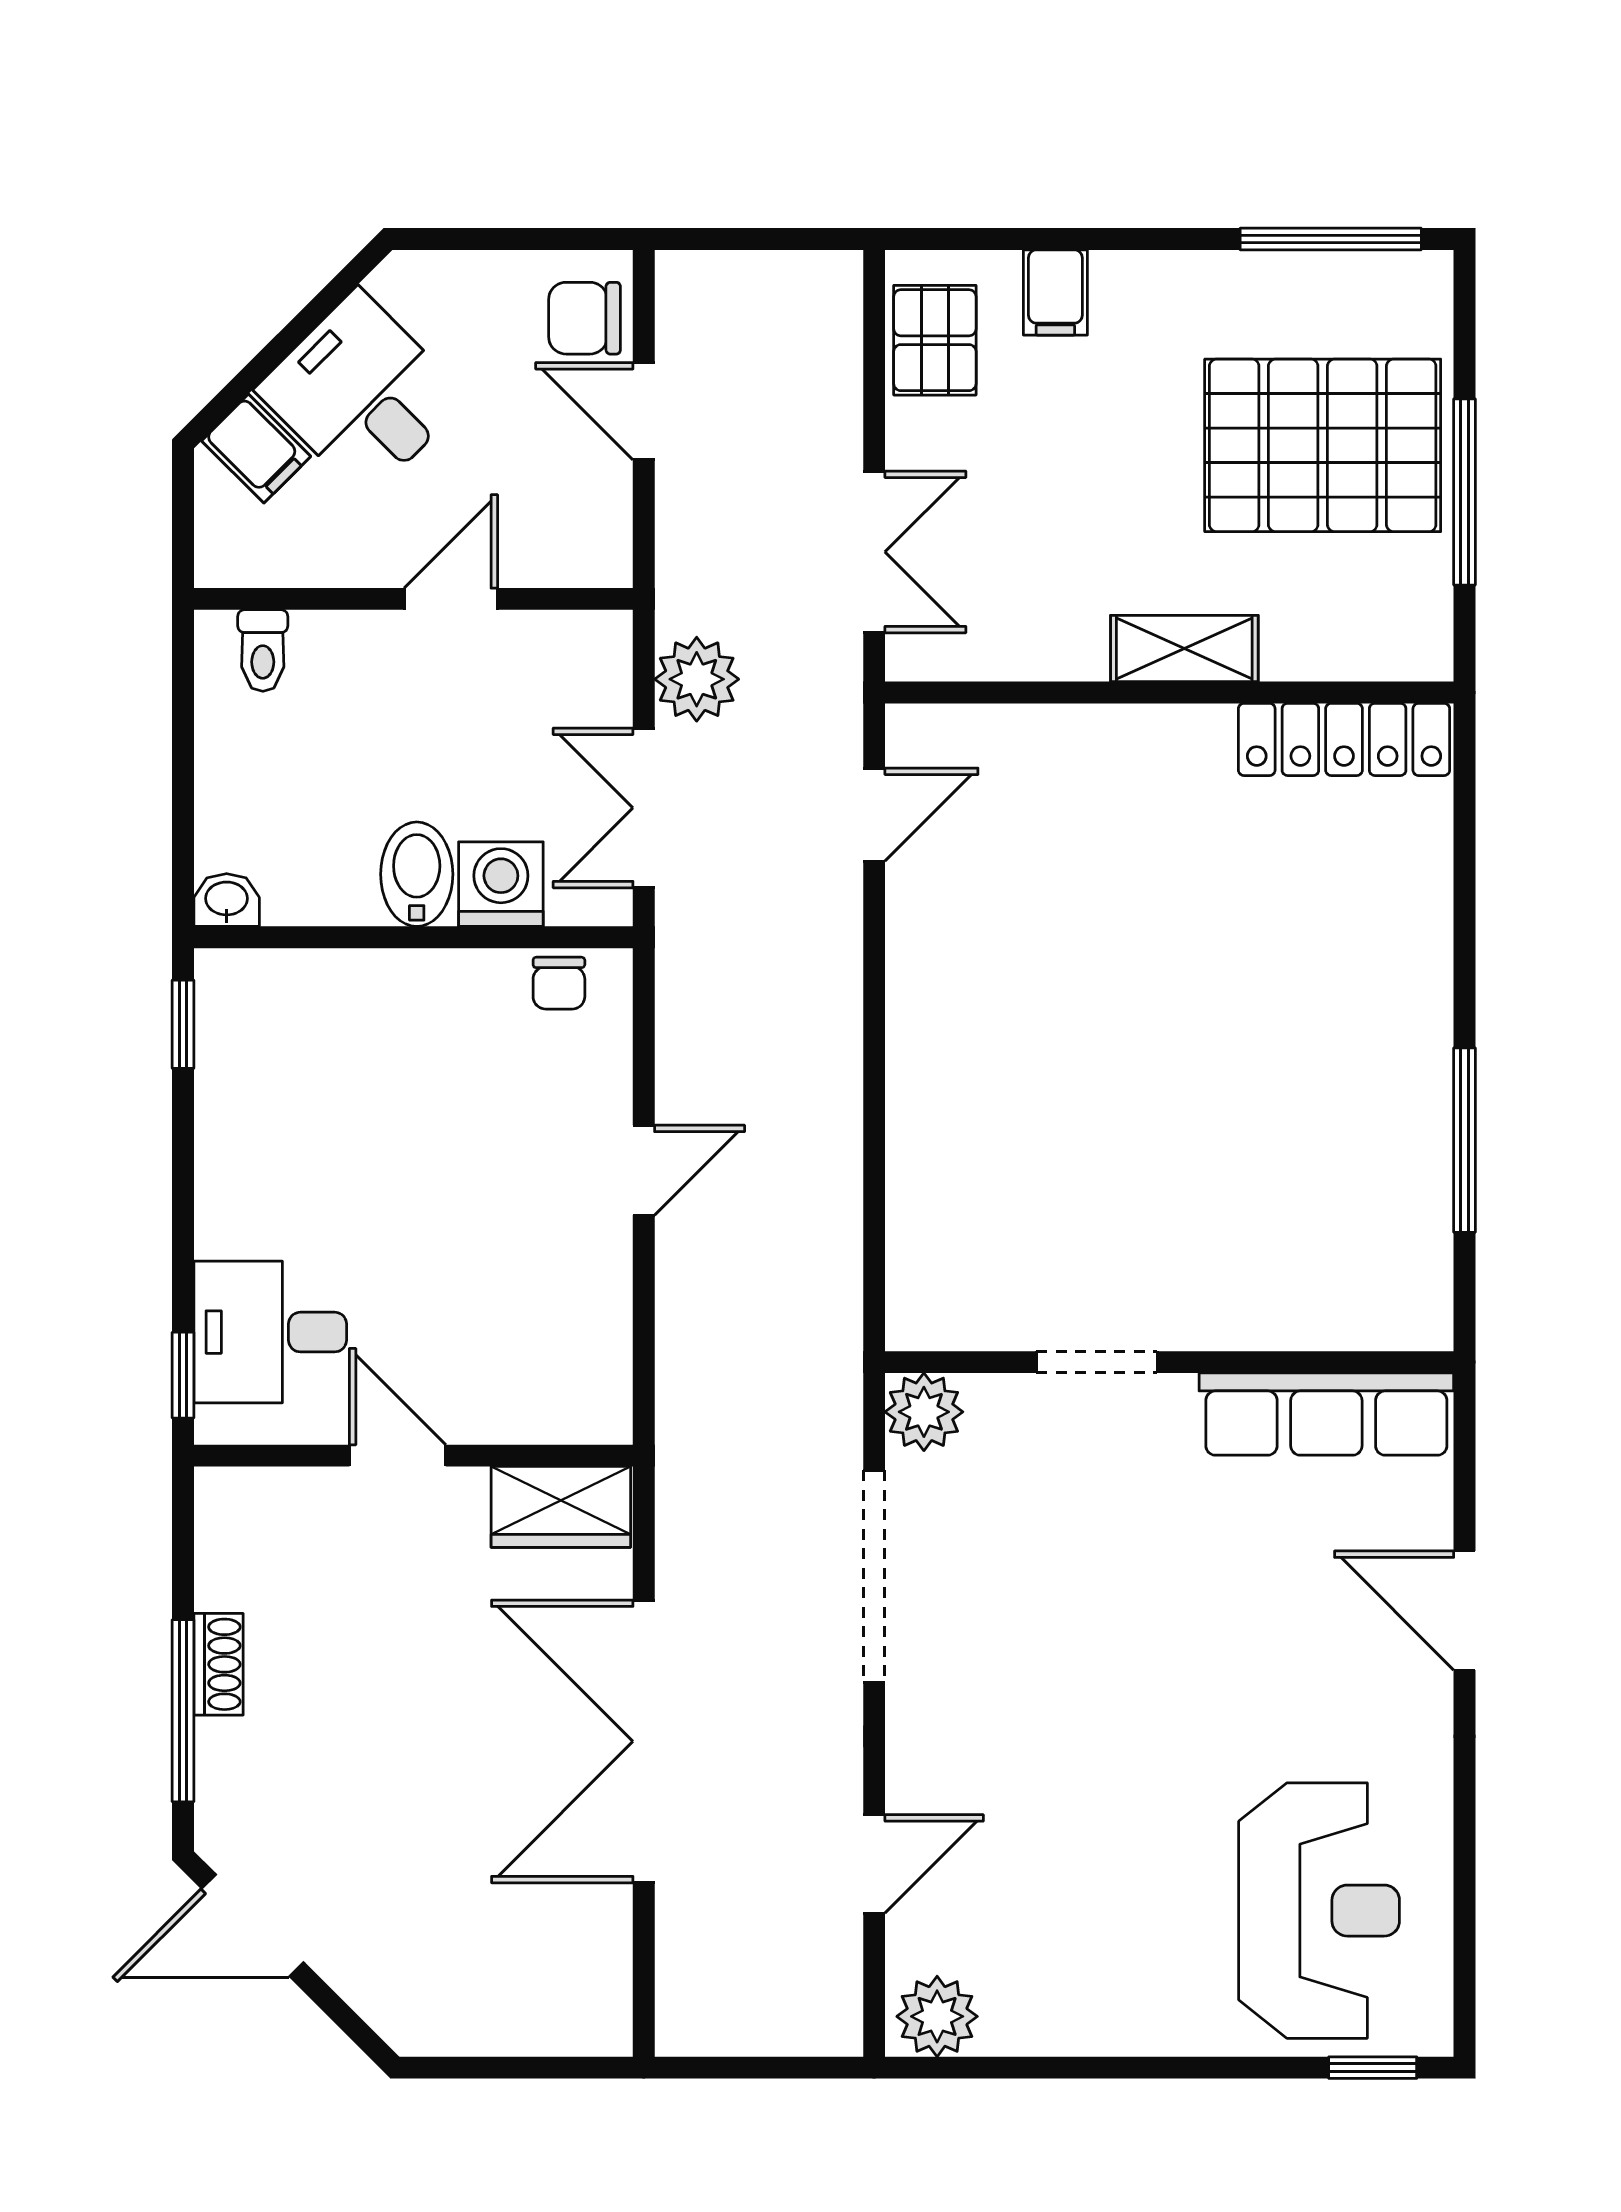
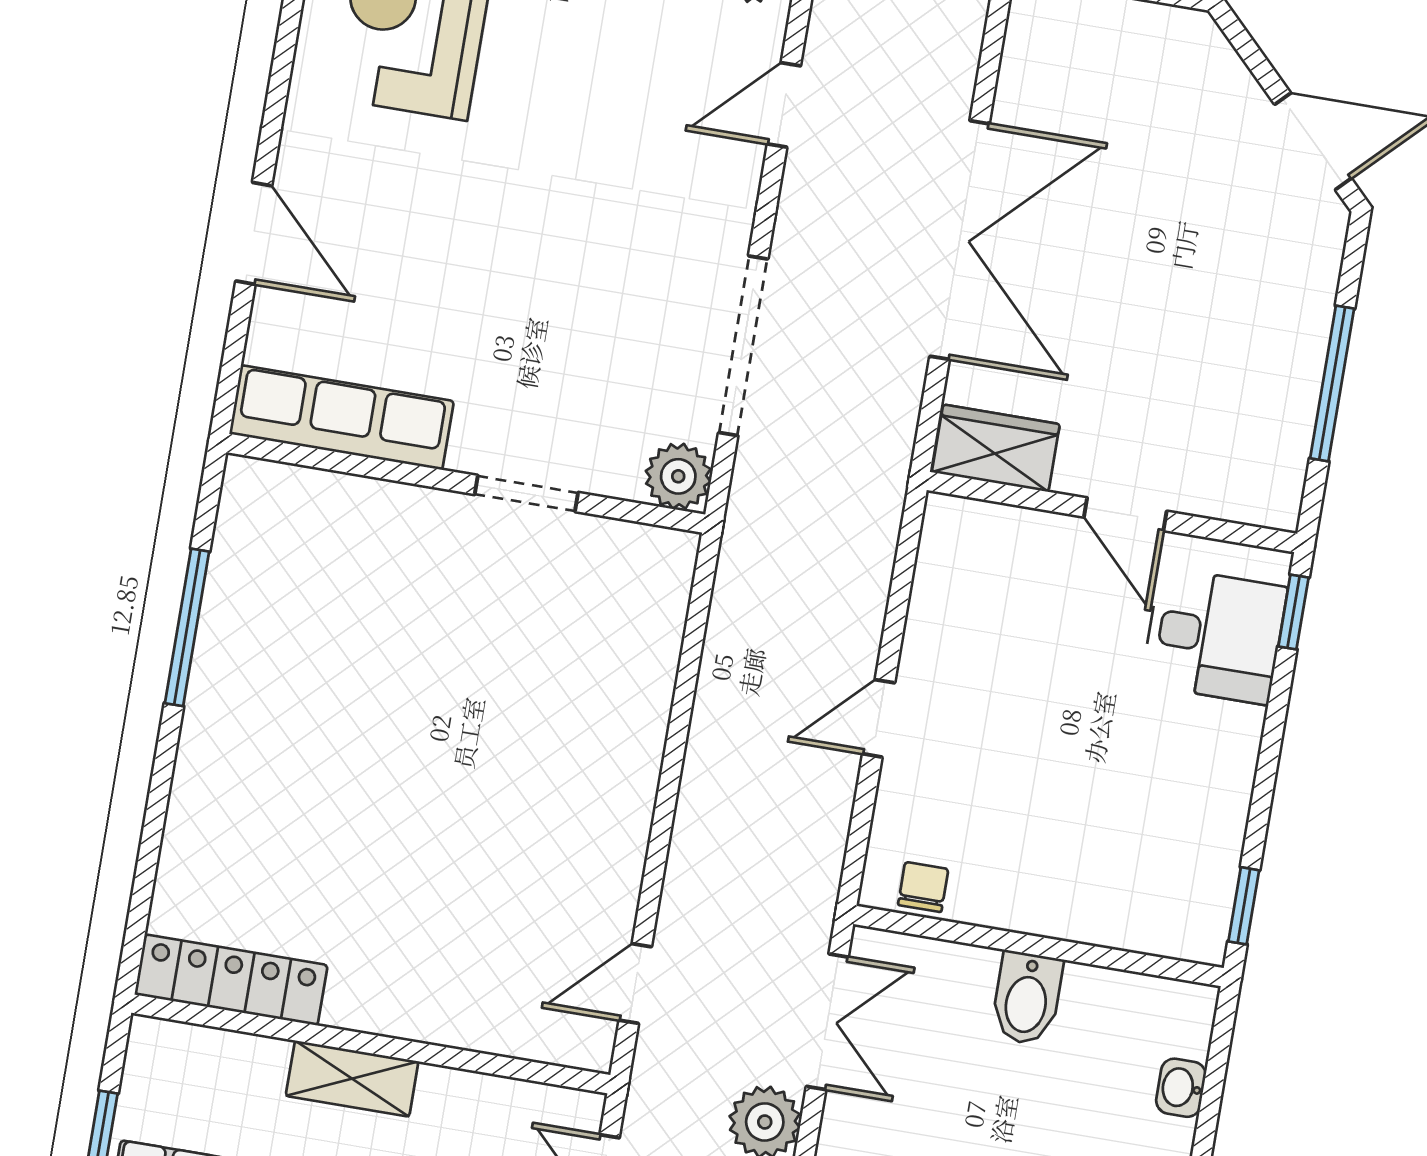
washing machine: (501, 884) -> (958, 978), removed
washbasin: (227, 900) -> (1181, 1088), moved, turned 90
shoe rack: (218, 1664) -> (1305, 365), removed
window: (183, 1711) -> (1332, 383), moved

